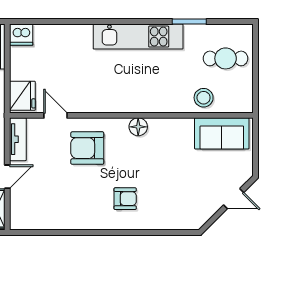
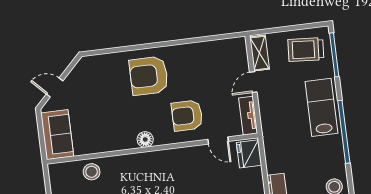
sofa: (222, 133) -> (57, 135), moved, turned 90
armchair: (87, 148) -> (187, 116), turned 180
armchair: (125, 199) -> (149, 76), width x1.88, depth x1.88

